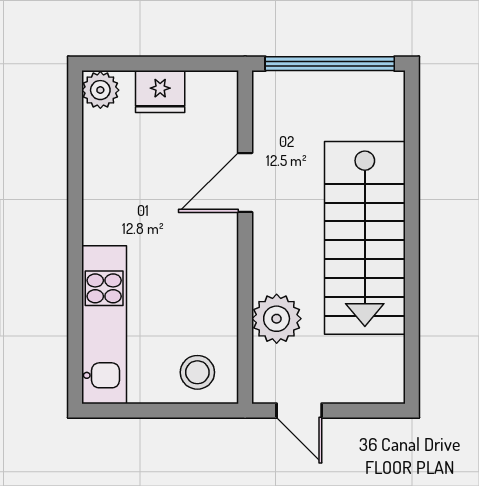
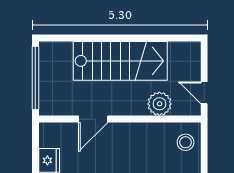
door: (245, 182) -> (93, 119), hinge flipped
door: (299, 411) -> (204, 93), swing flipped

